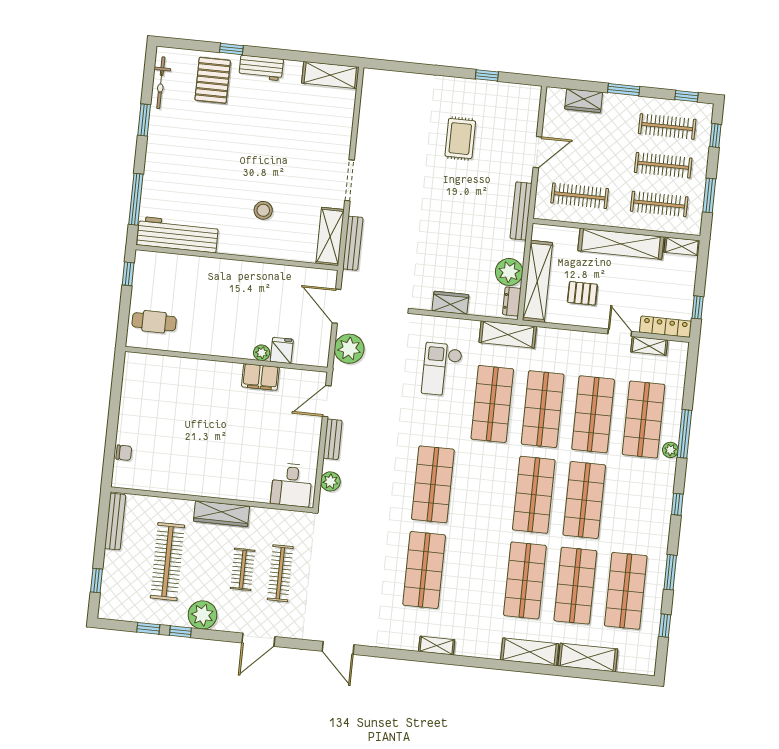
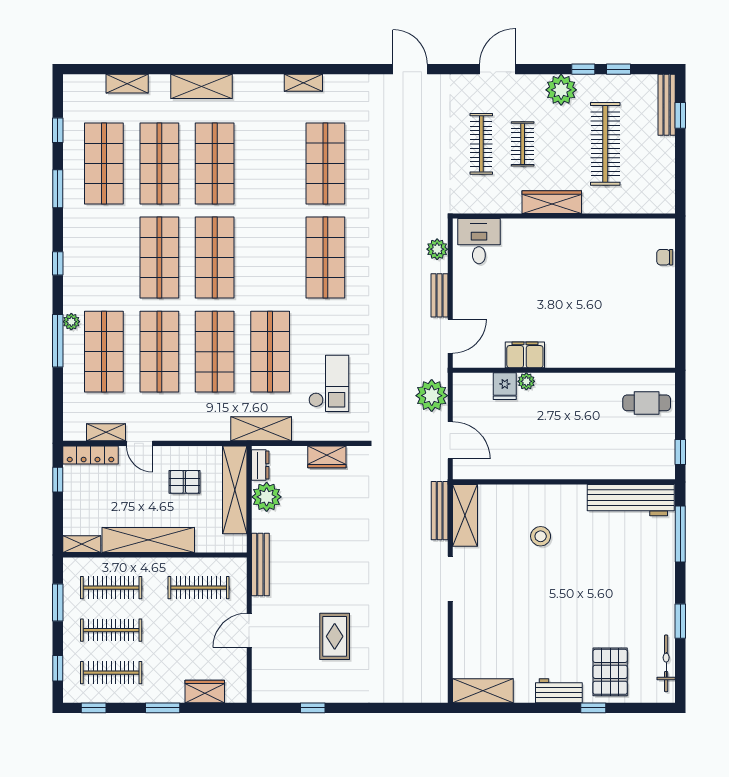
bench: (115, 522) -> (667, 105), moved
shelving: (588, 657) -> (127, 84), width x0.67, depth x0.75

